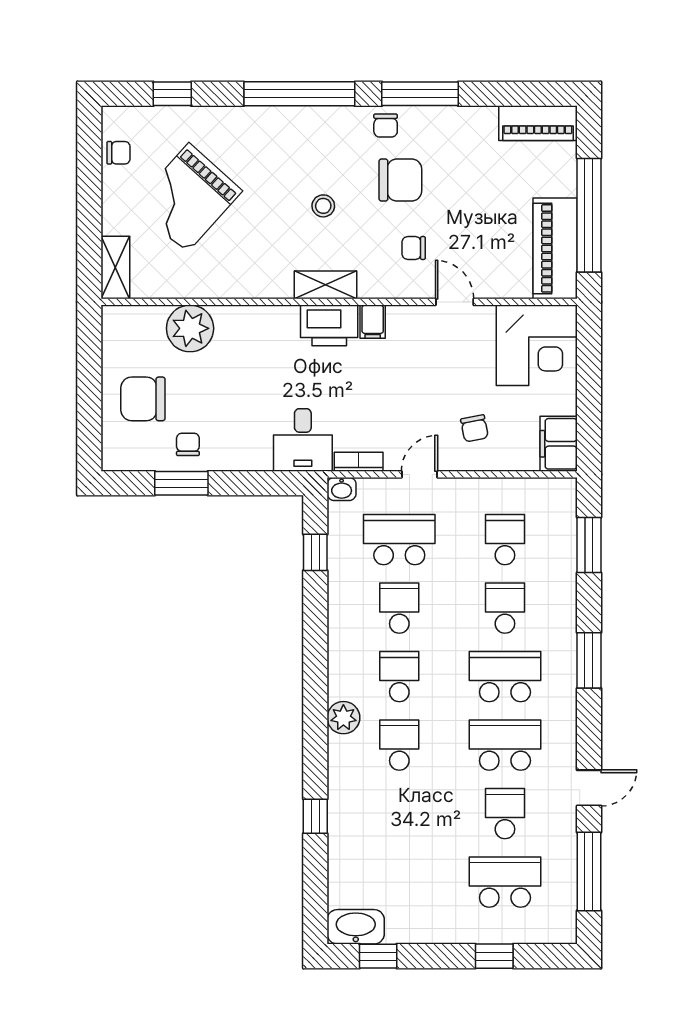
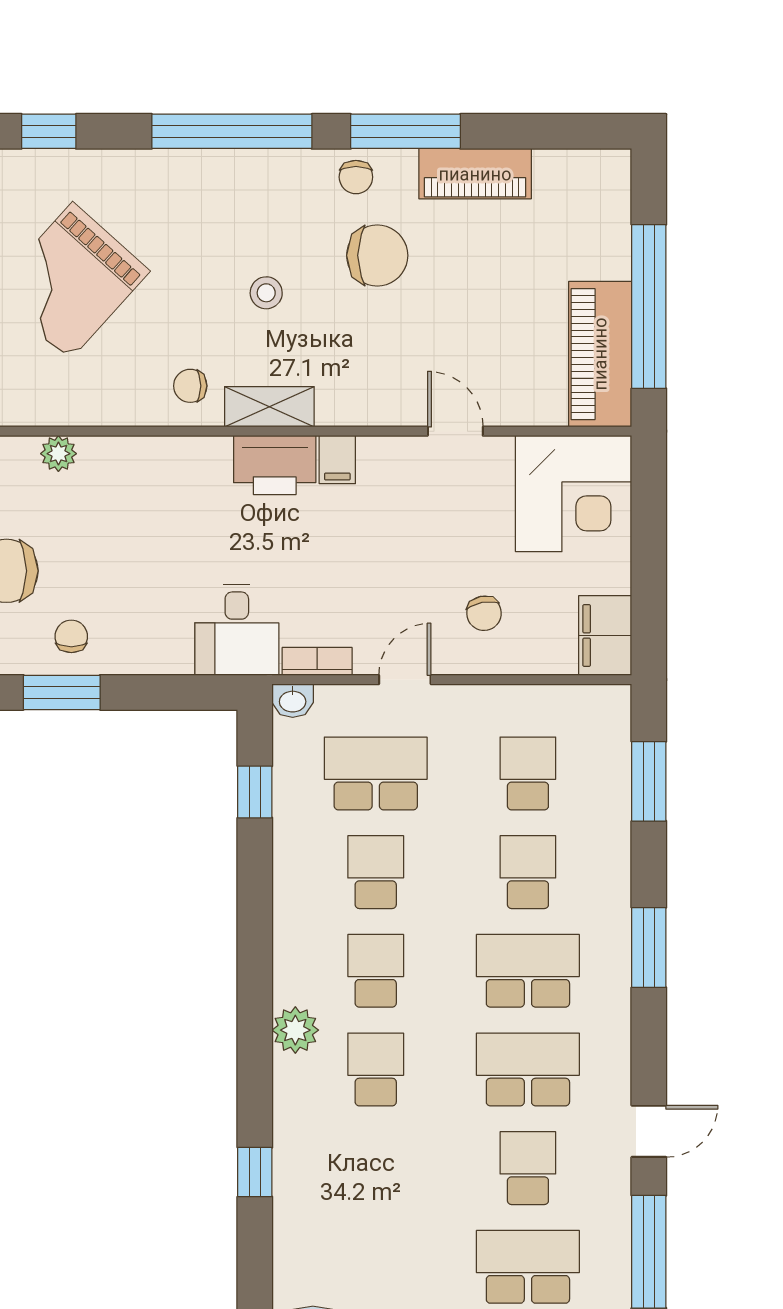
piano: (538, 123) -> (475, 174), moved
chair: (414, 248) -> (190, 386), moved
plant: (190, 328) -> (58, 454), width x0.53, depth x0.53

